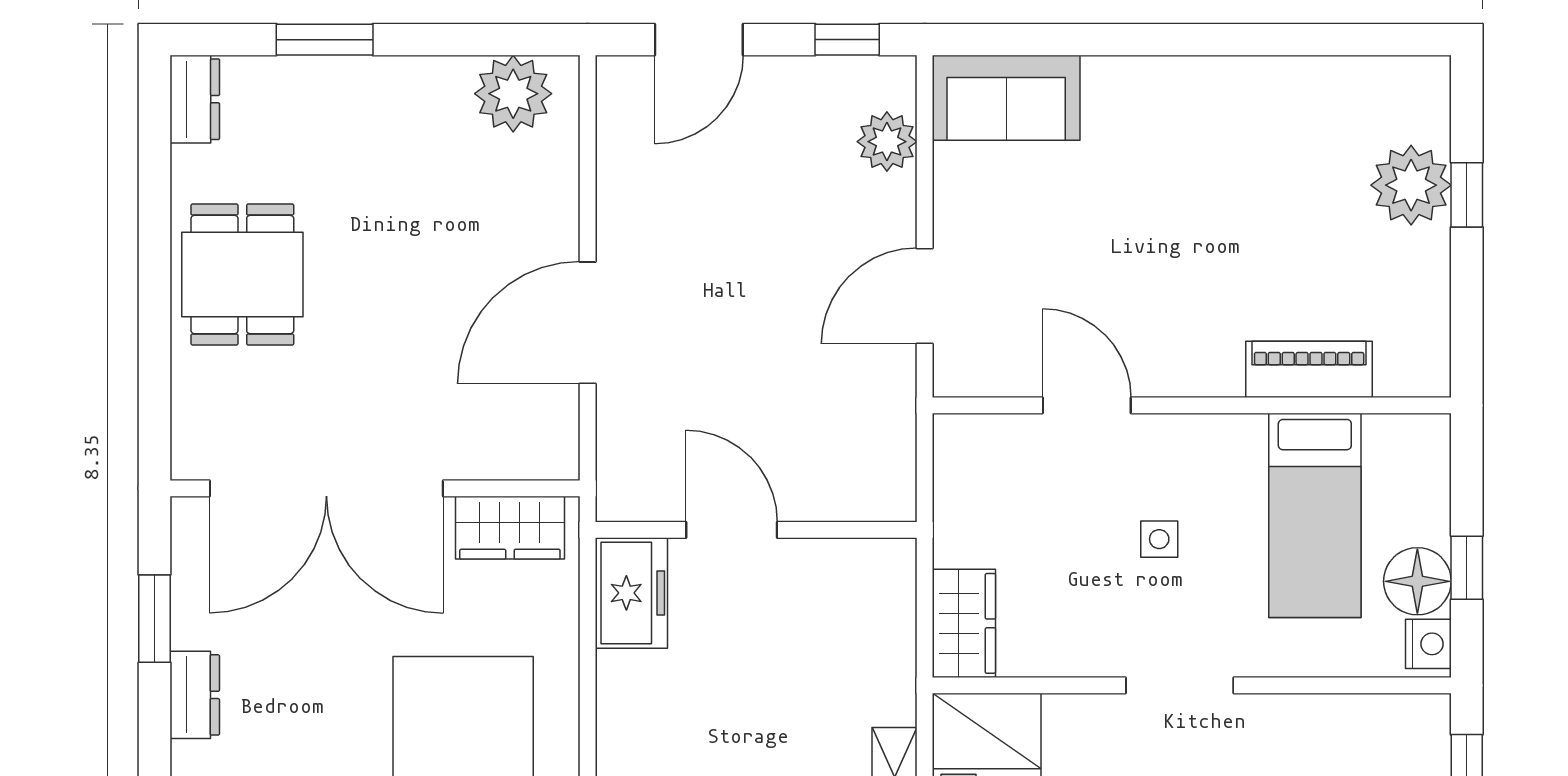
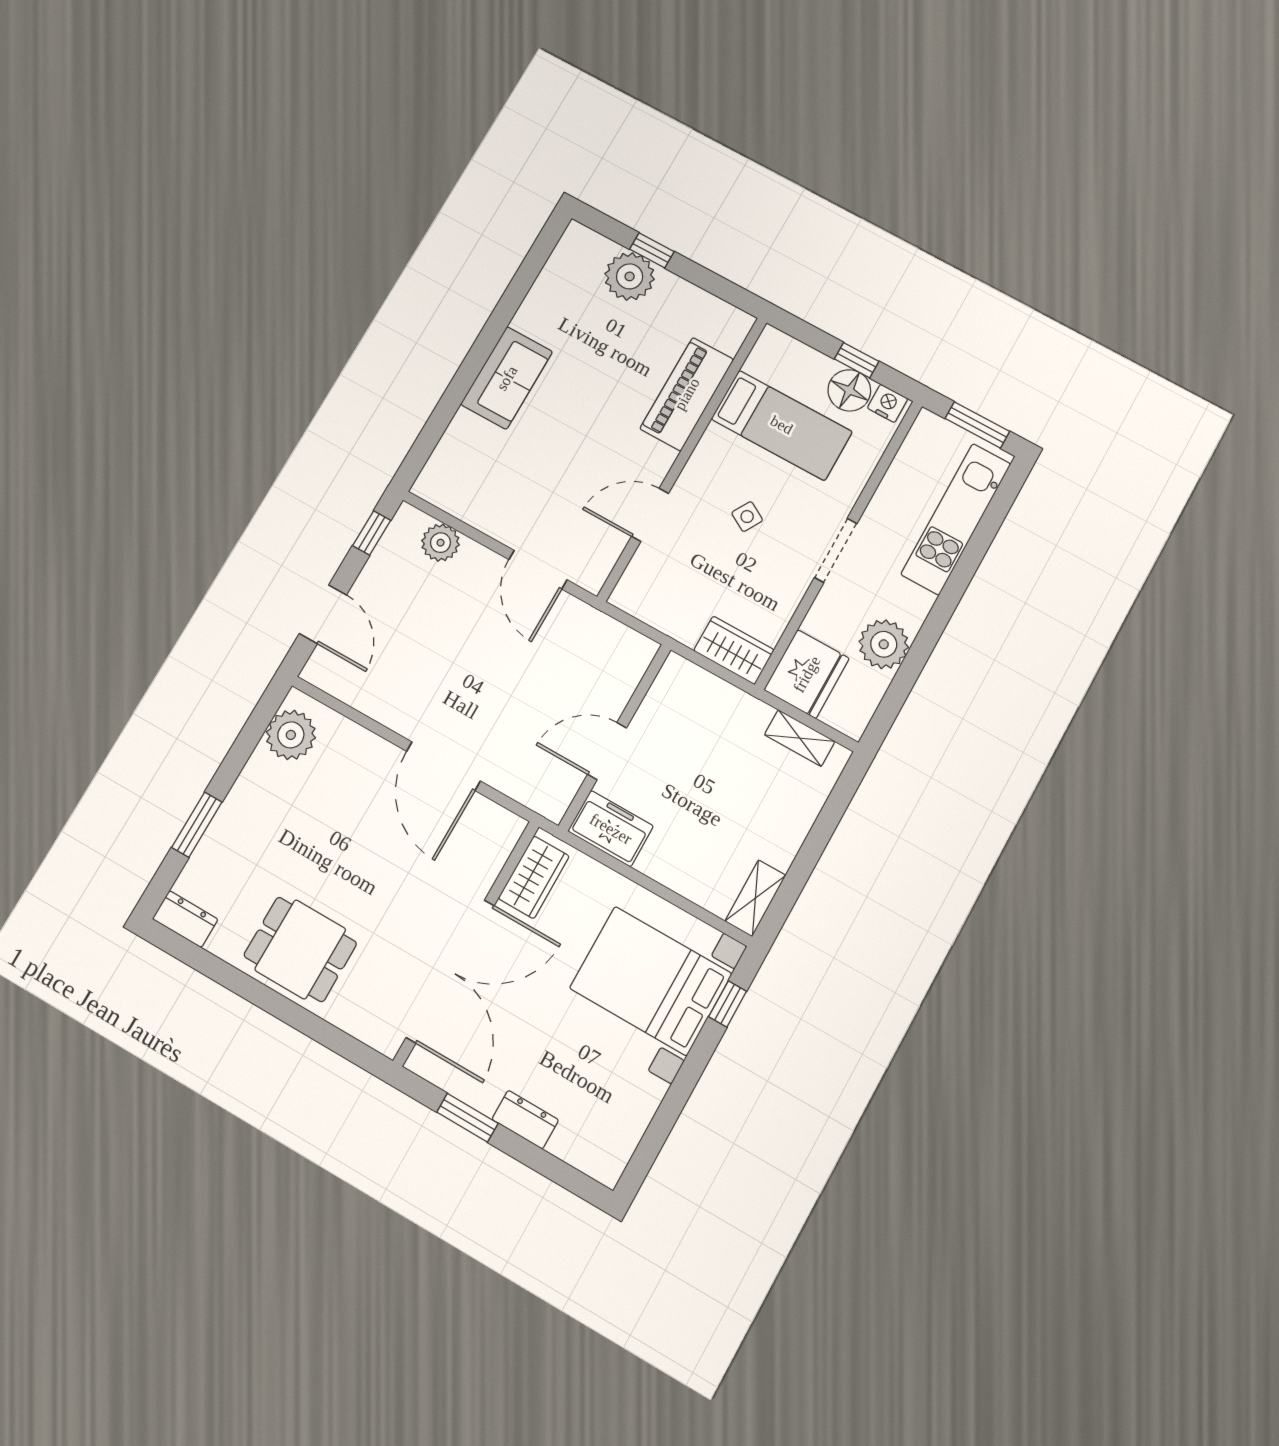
sofa: (1006, 98) -> (507, 378), moved
piano: (1309, 369) -> (687, 394), width x1.37, depth x1.33
side table: (1159, 539) -> (747, 517), turned 30

